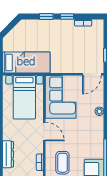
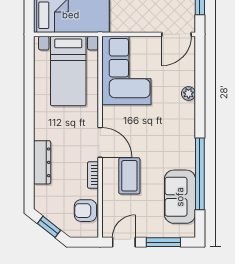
door: (44, 132) -> (100, 142), moved

